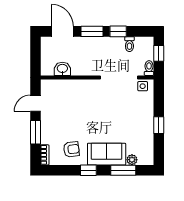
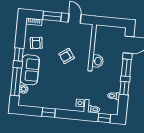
washbasin: (62, 69) -> (98, 61), moved
armchair: (84, 109) -> (67, 56), added
window: (123, 170) -> (16, 82), width x1.44

